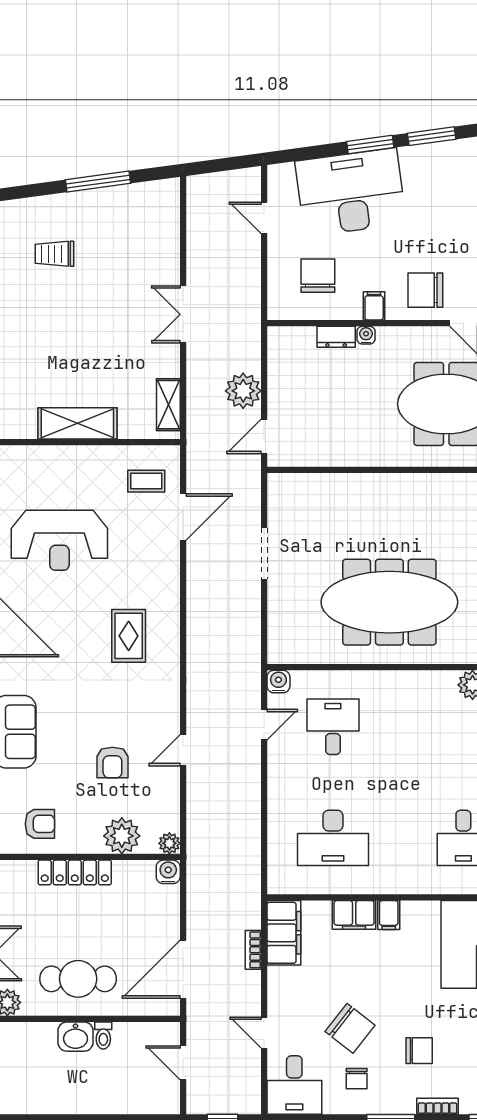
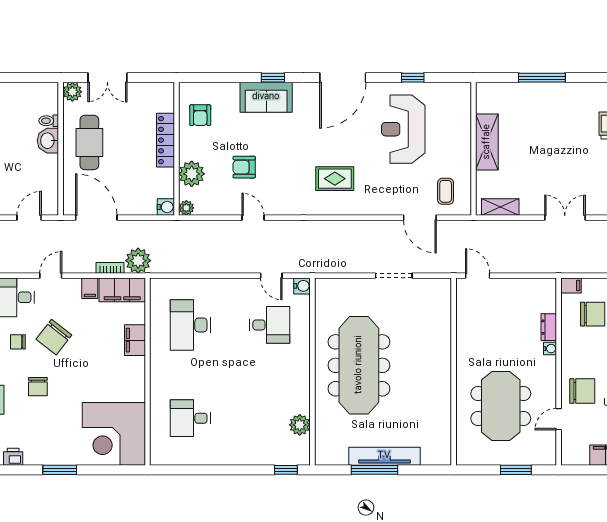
chair: (425, 290) -> (582, 391), turned 90
filing cabinet: (374, 306) -> (571, 285), moved
plant: (243, 391) -> (138, 261), moved
filing cabinet: (389, 915) -> (90, 288), moved, turned -90
toilet: (103, 1036) -> (49, 121), moved

